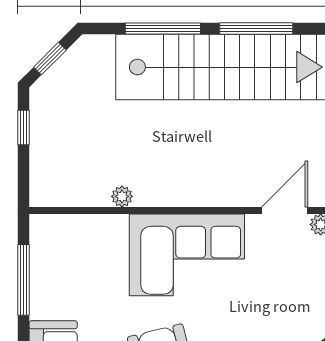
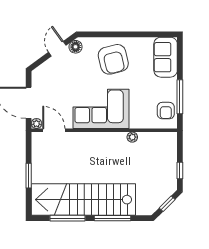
door: (285, 211) -> (54, 130), swing flipped
armchair: (53, 252) -> (166, 111), added

